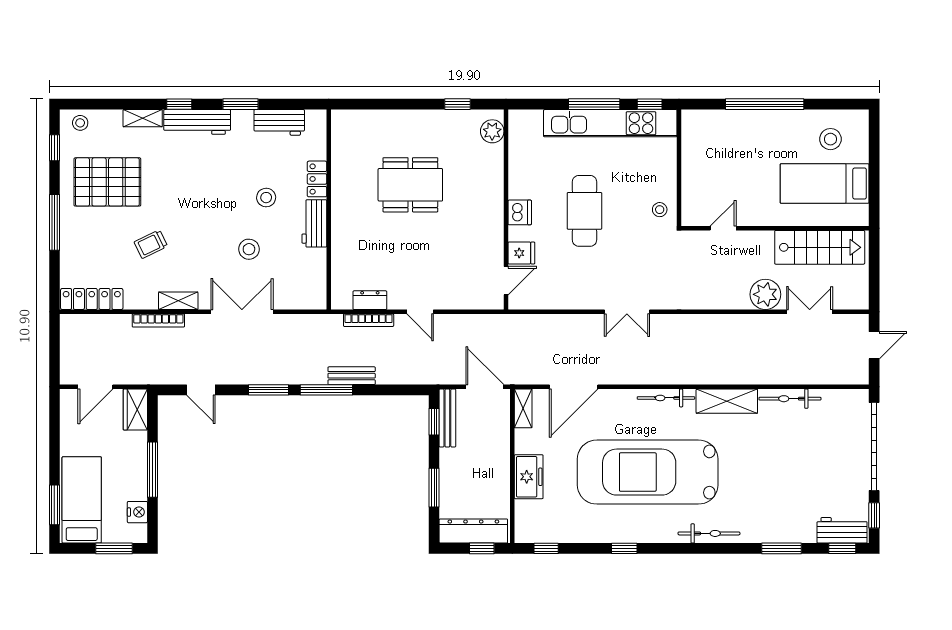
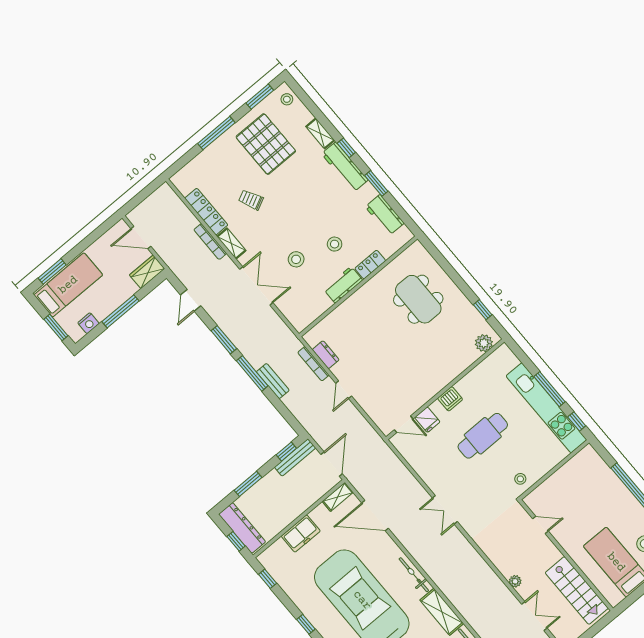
window: (54, 148) -> (260, 97), width x1.50
dining table: (410, 185) -> (418, 299), moved
plant: (765, 294) -> (515, 581), width x0.53, depth x0.53
locker: (92, 299) -> (206, 212), moved

